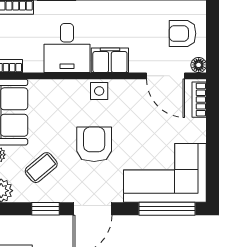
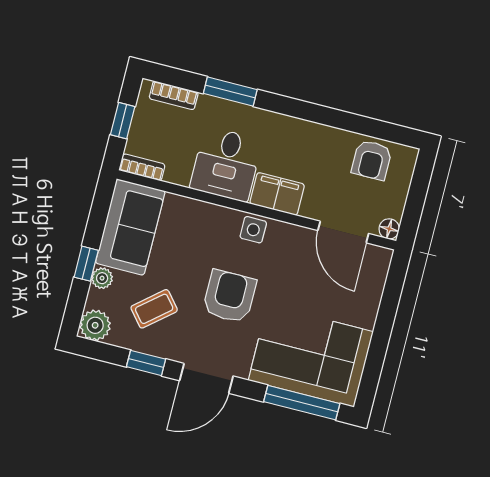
armchair: (183, 33) -> (372, 160), moved, turned -90
bookcase: (199, 100) -> (379, 273), removed

